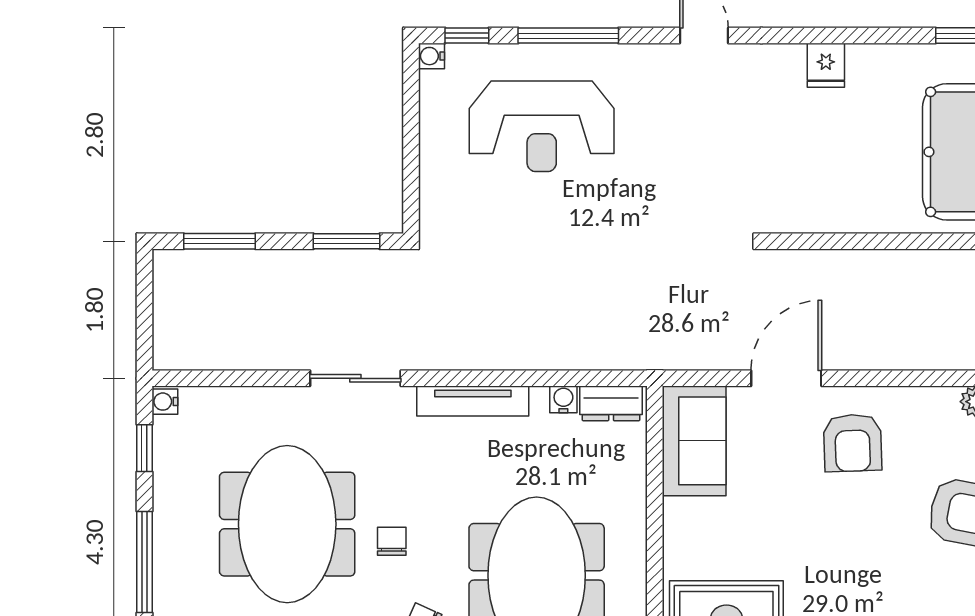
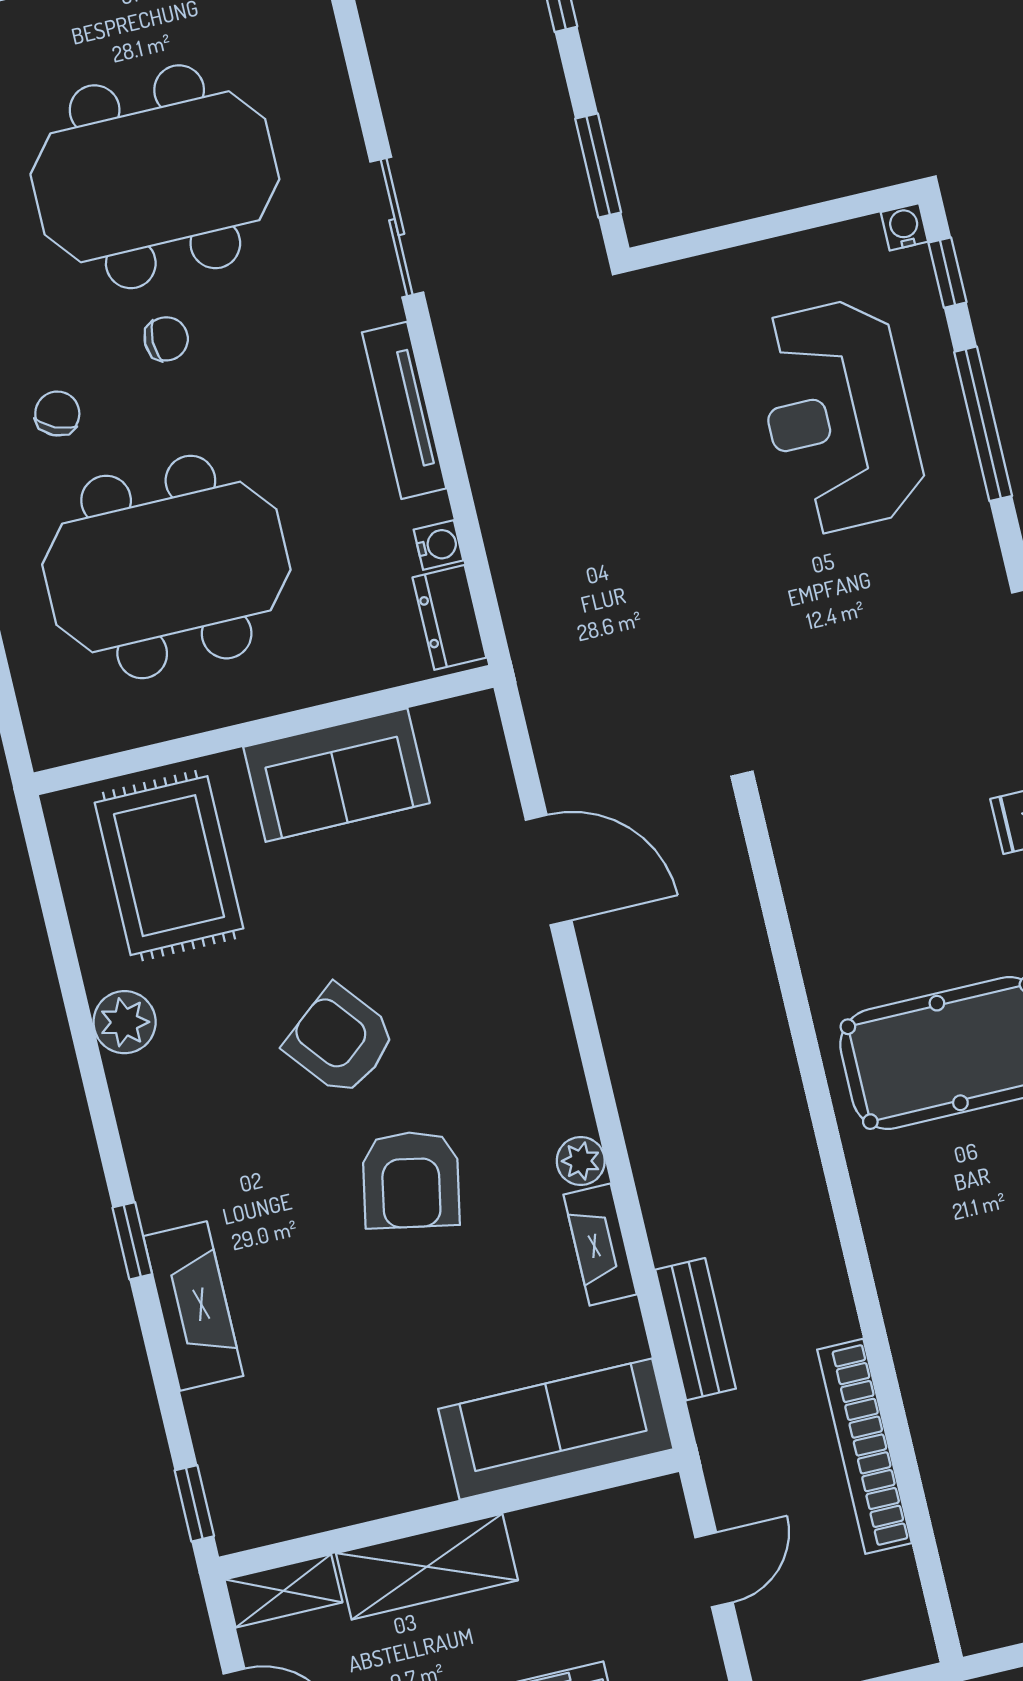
sofa: (694, 441) -> (336, 775), moved
armchair: (853, 443) -> (340, 1040), moved, turned 53

